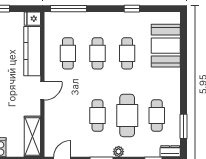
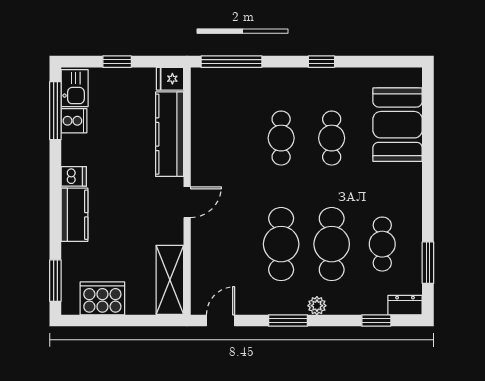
window: (132, 9) -> (321, 62), moved
cafe table: (68, 53) -> (231, 138), removed
cafe table: (98, 115) -> (281, 244), width x1.37, depth x1.35

